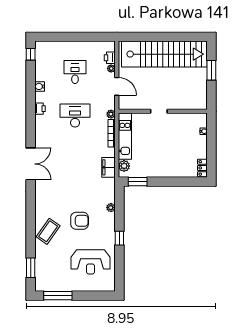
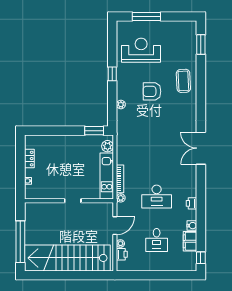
window: (211, 70) -> (20, 242), width x2.11
door: (117, 86) -> (115, 226), swing flipped
filing cabinet: (108, 167) -> (190, 241), moved, turned 180
locker: (202, 168) -> (29, 159), moved
coffee table: (48, 231) -> (183, 81), turned -38
window: (58, 296) -> (146, 16), moved

